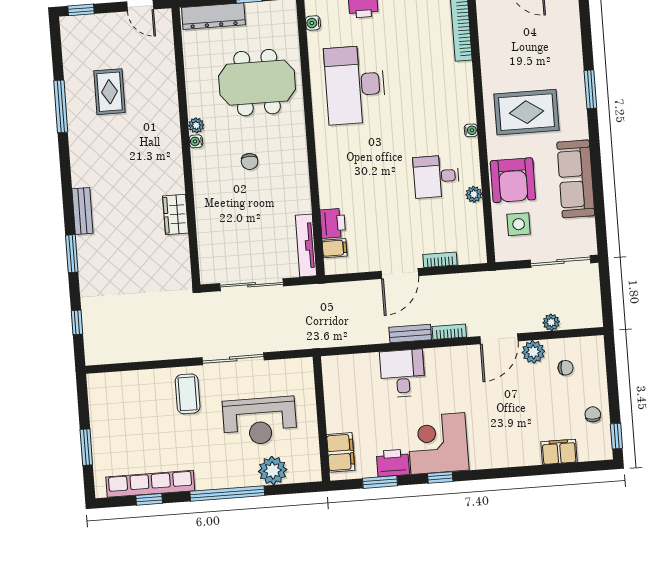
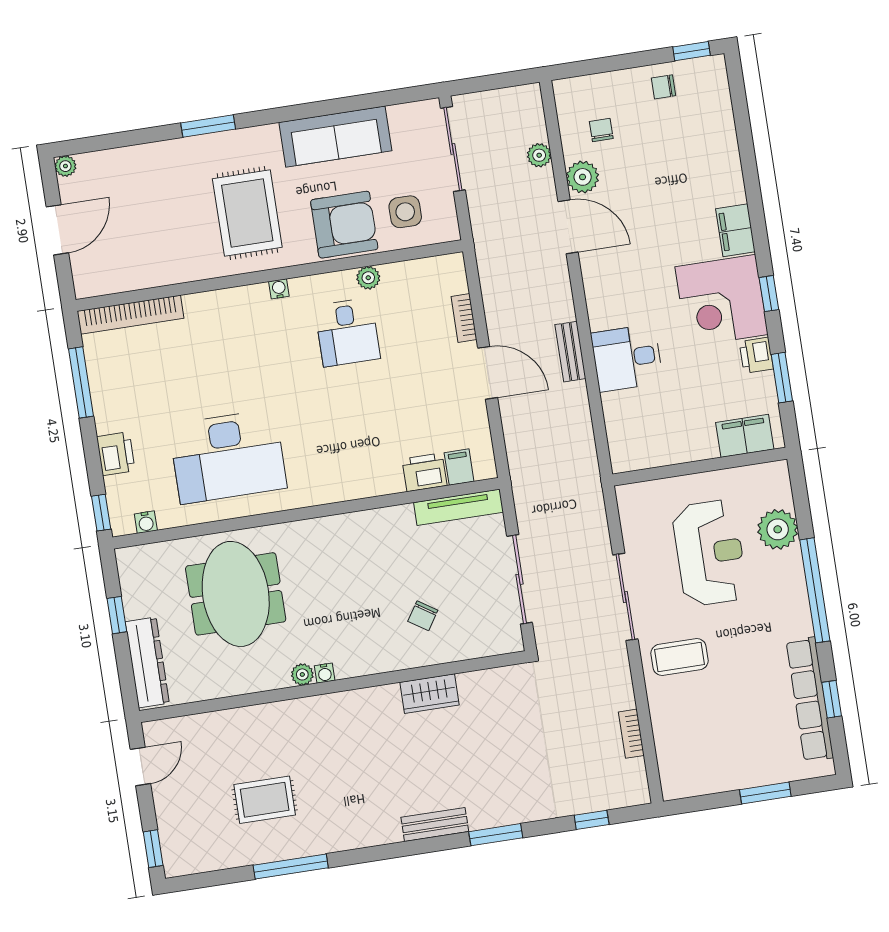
chair: (250, 161) -> (423, 616), moved, turned 123
bookcase: (449, 332) -> (631, 734), moved
filing cabinet: (559, 452) -> (735, 230), moved
printer: (393, 463) -> (756, 355), width x0.73, depth x0.81

